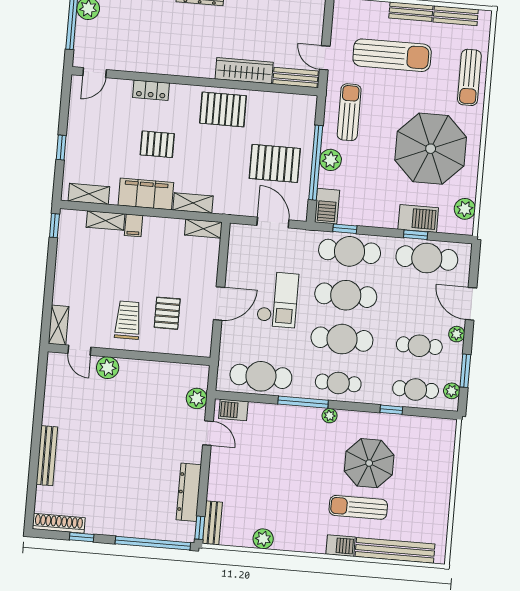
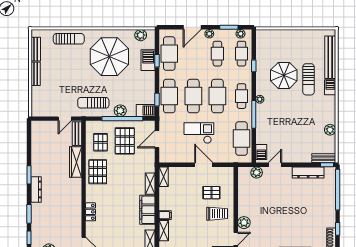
sun lounger: (392, 55) -> (60, 82), removed
pallet: (157, 144) -> (100, 142), moved
trolley: (128, 320) -> (217, 214), turned 180

